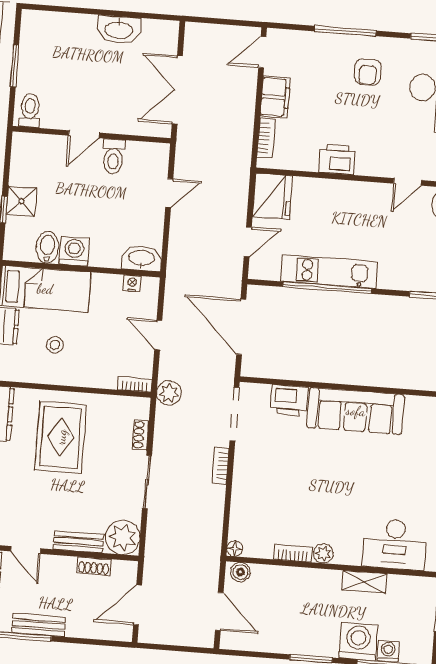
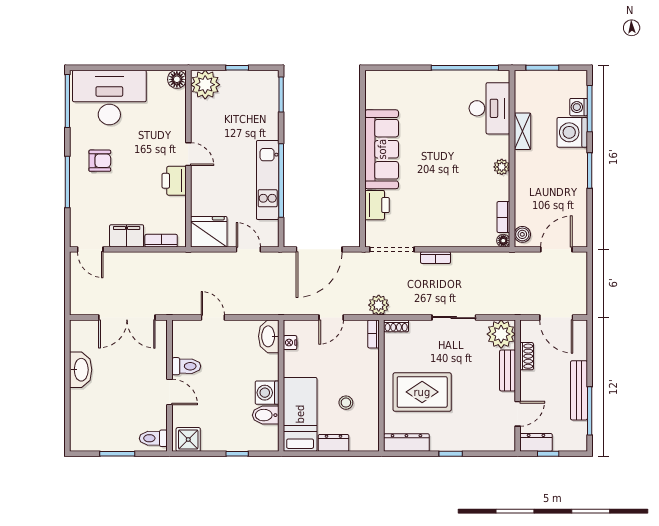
door: (407, 182) -> (188, 154), moved
shower: (21, 201) -> (188, 439), moved
shoe rack: (141, 435) -> (396, 326), moved
bookcase: (293, 553) -> (503, 217), moved
bench: (39, 625) -> (579, 390), width x1.36

